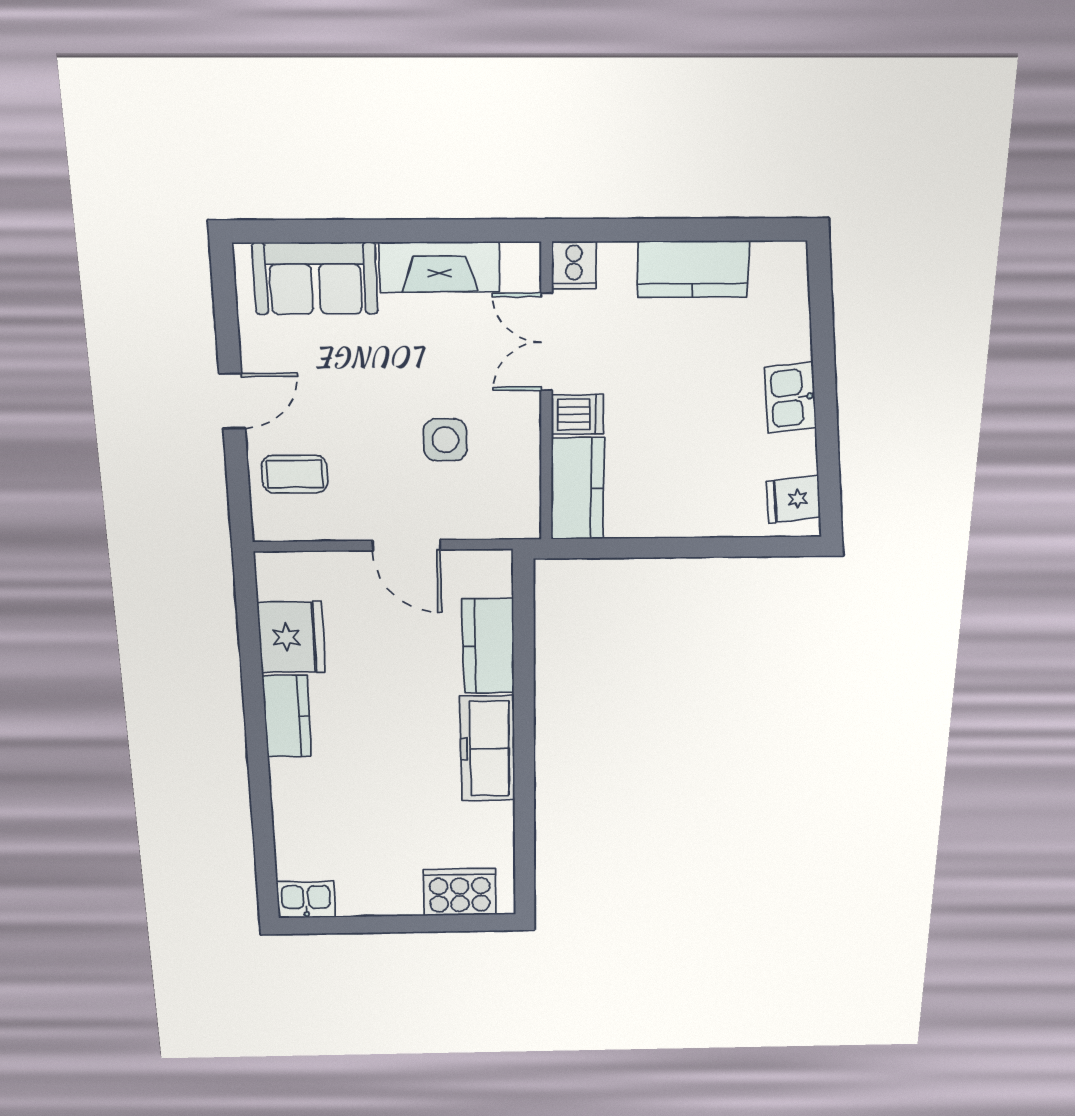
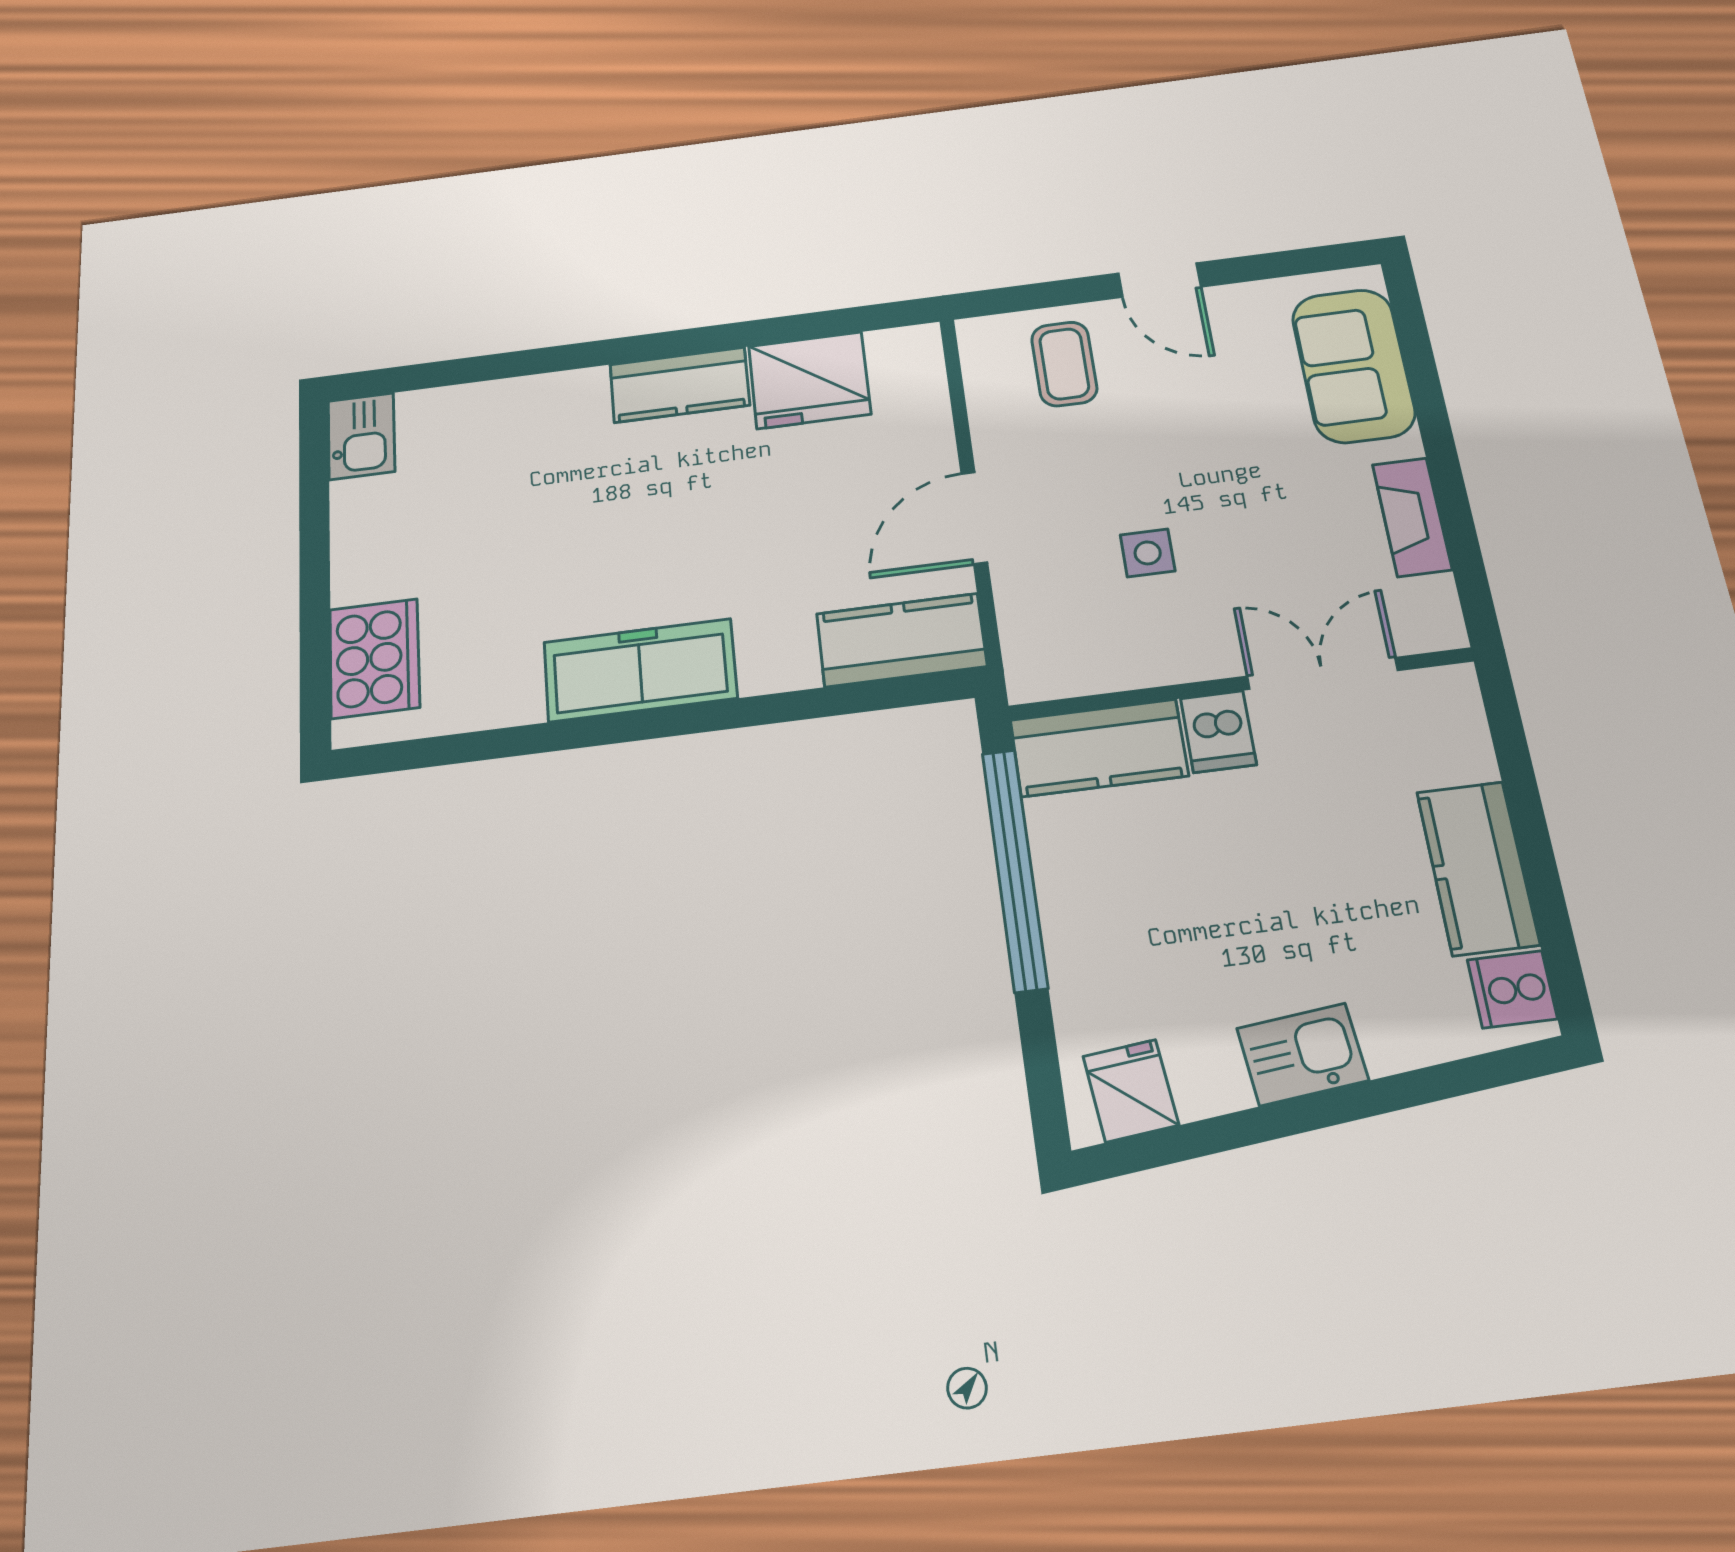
cooker: (574, 265) -> (1512, 989), moved
fireplace: (440, 267) -> (1412, 517), width x0.73, depth x0.76
side table: (445, 440) -> (1148, 553), width x0.73, depth x0.73
window: (648, 548) -> (1015, 869), added
kitchen counter: (488, 646) -> (901, 640), moved

